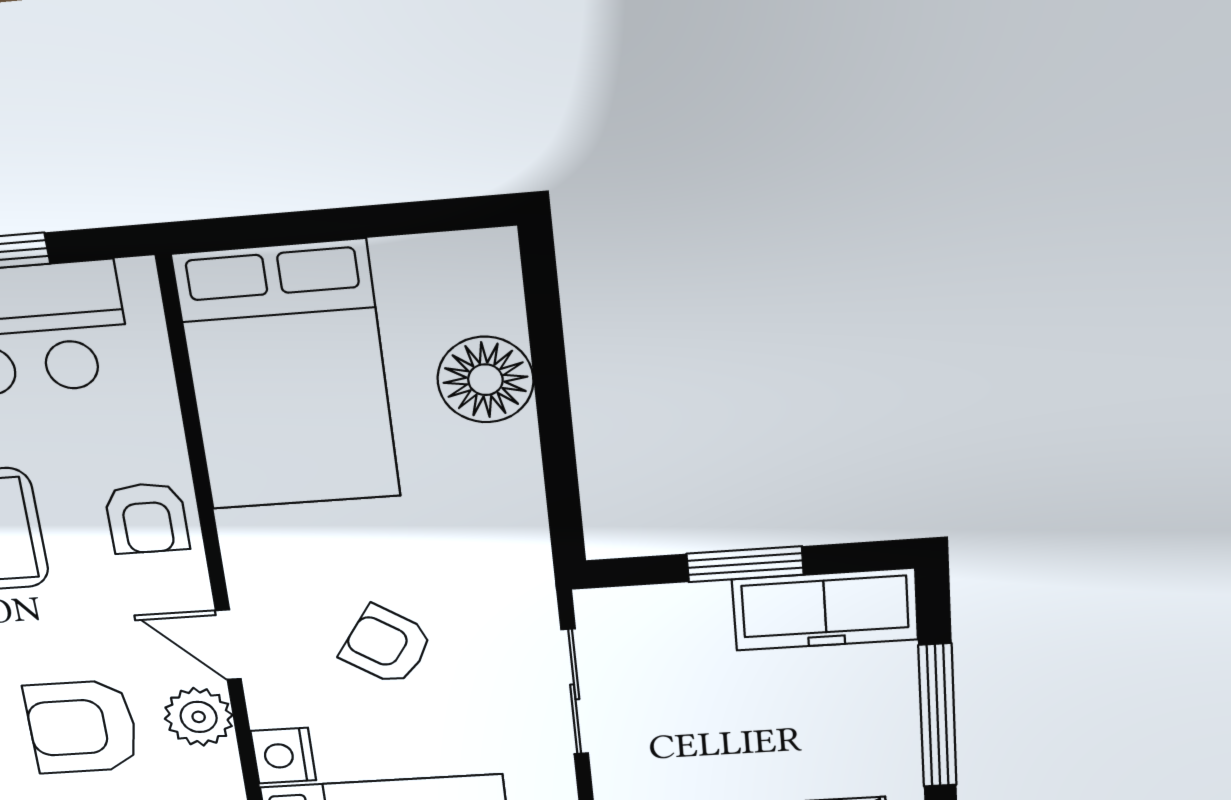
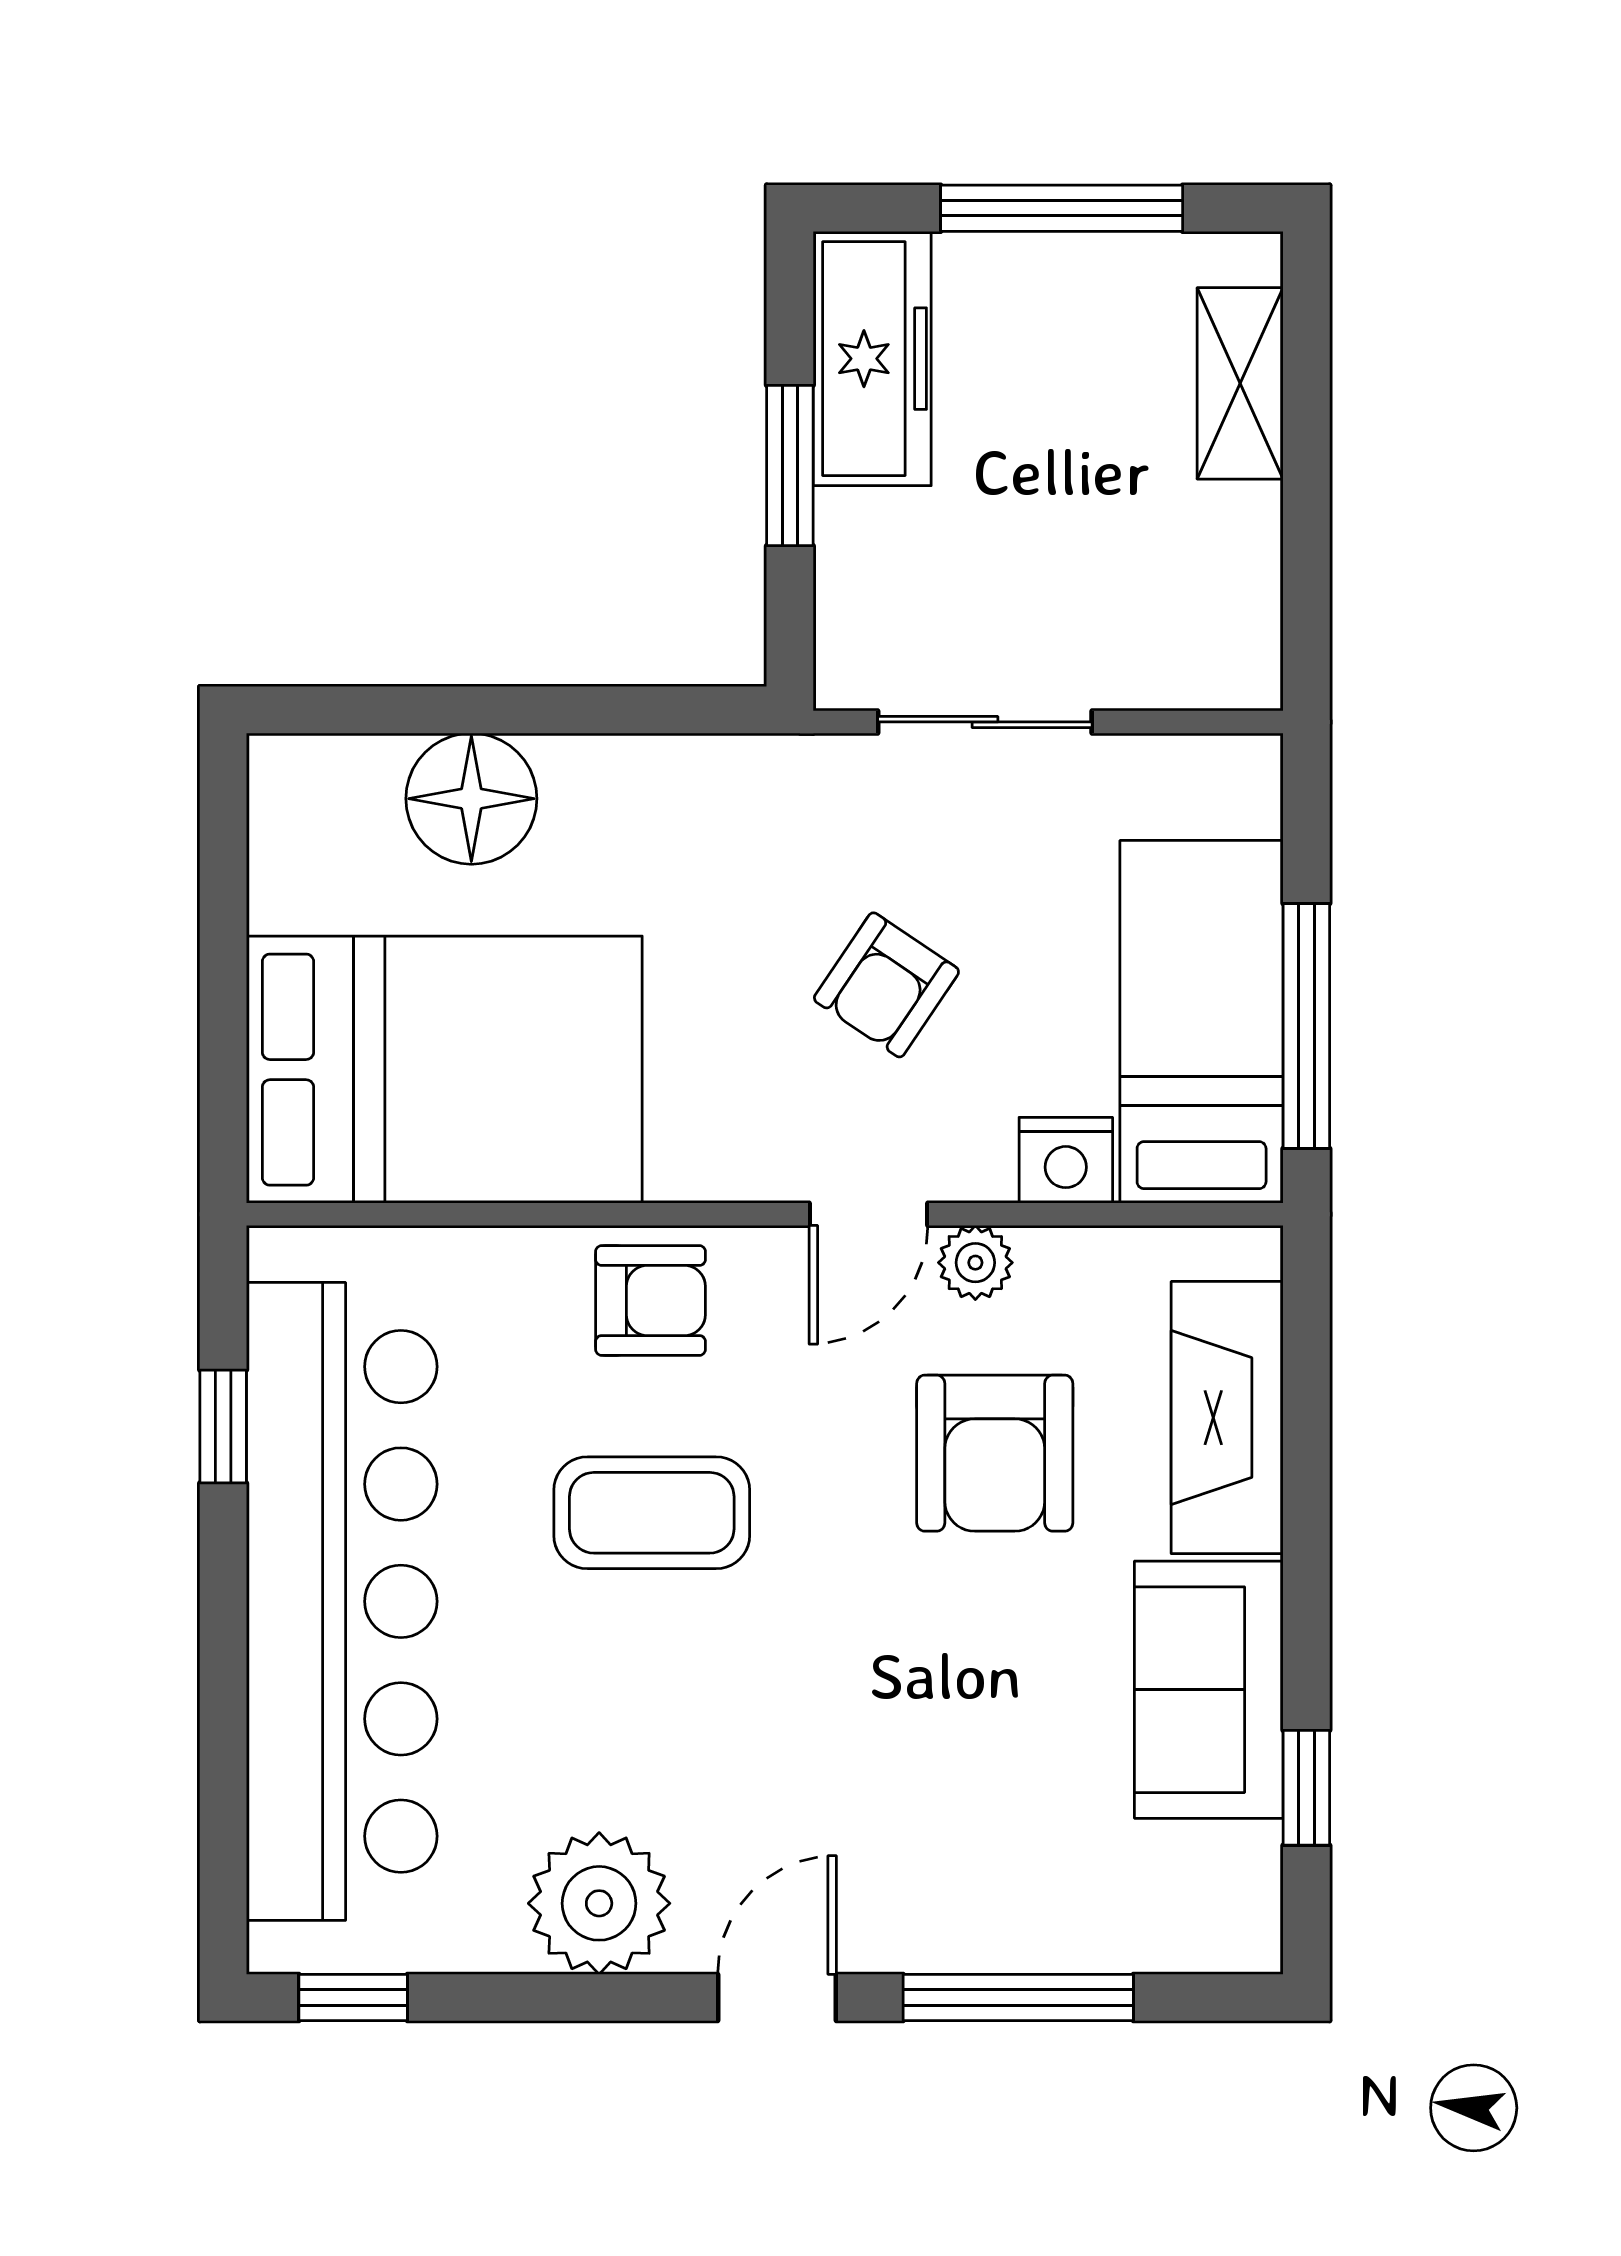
plant: (199, 717) -> (975, 1263), width x0.73, depth x0.73

